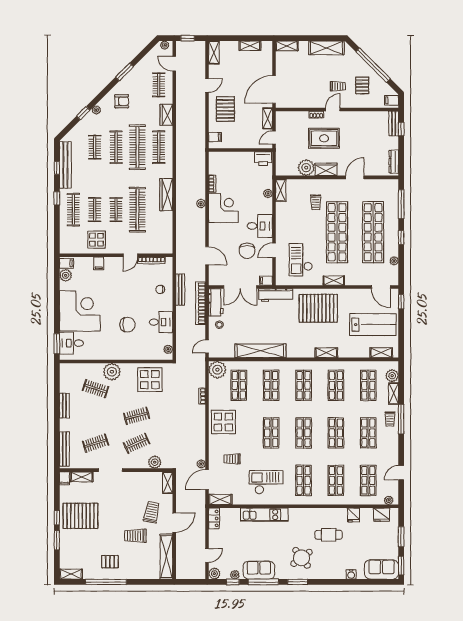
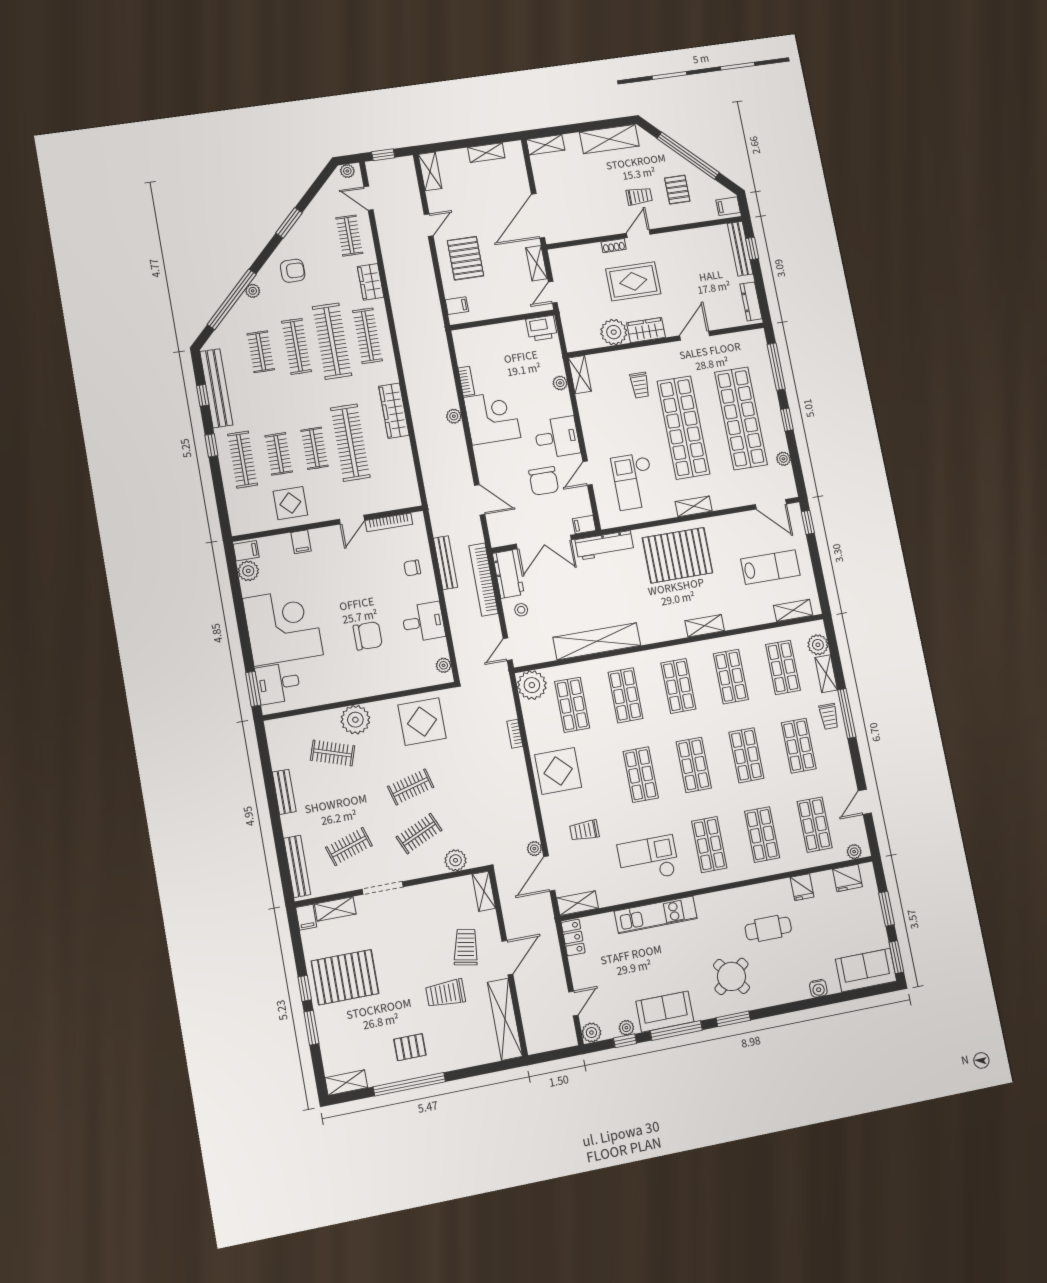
window: (83, 113) -> (232, 299), width x3.17
bench: (394, 123) -> (740, 249), width x1.36
lab bench: (373, 325) -> (770, 567), width x0.73, depth x0.72

